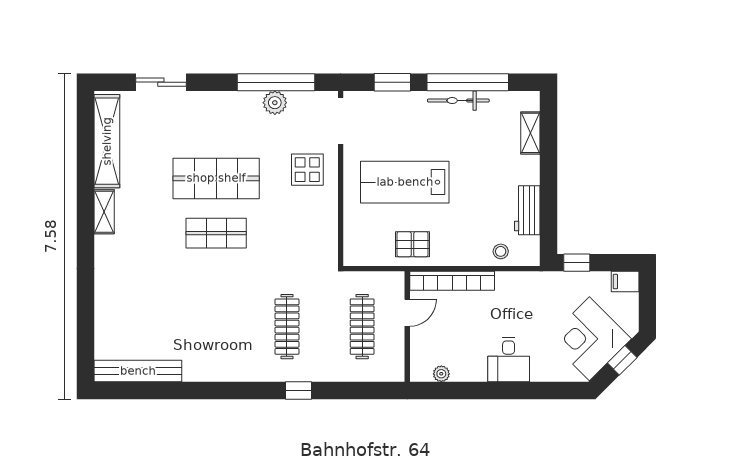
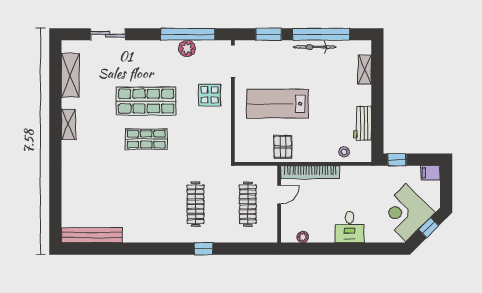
shelving: (107, 141) -> (70, 75), width x0.68
pallet: (412, 244) -> (283, 147), turned 90

